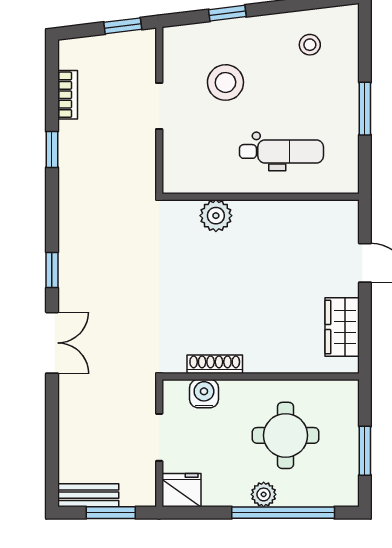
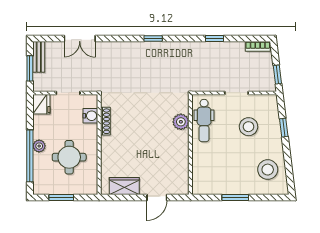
stool: (310, 45) -> (268, 170), width x1.89, depth x1.89
bookcase: (68, 95) -> (258, 46), moved
dental chair: (281, 151) -> (204, 121), moved
double door: (52, 343) -> (80, 38), moved

